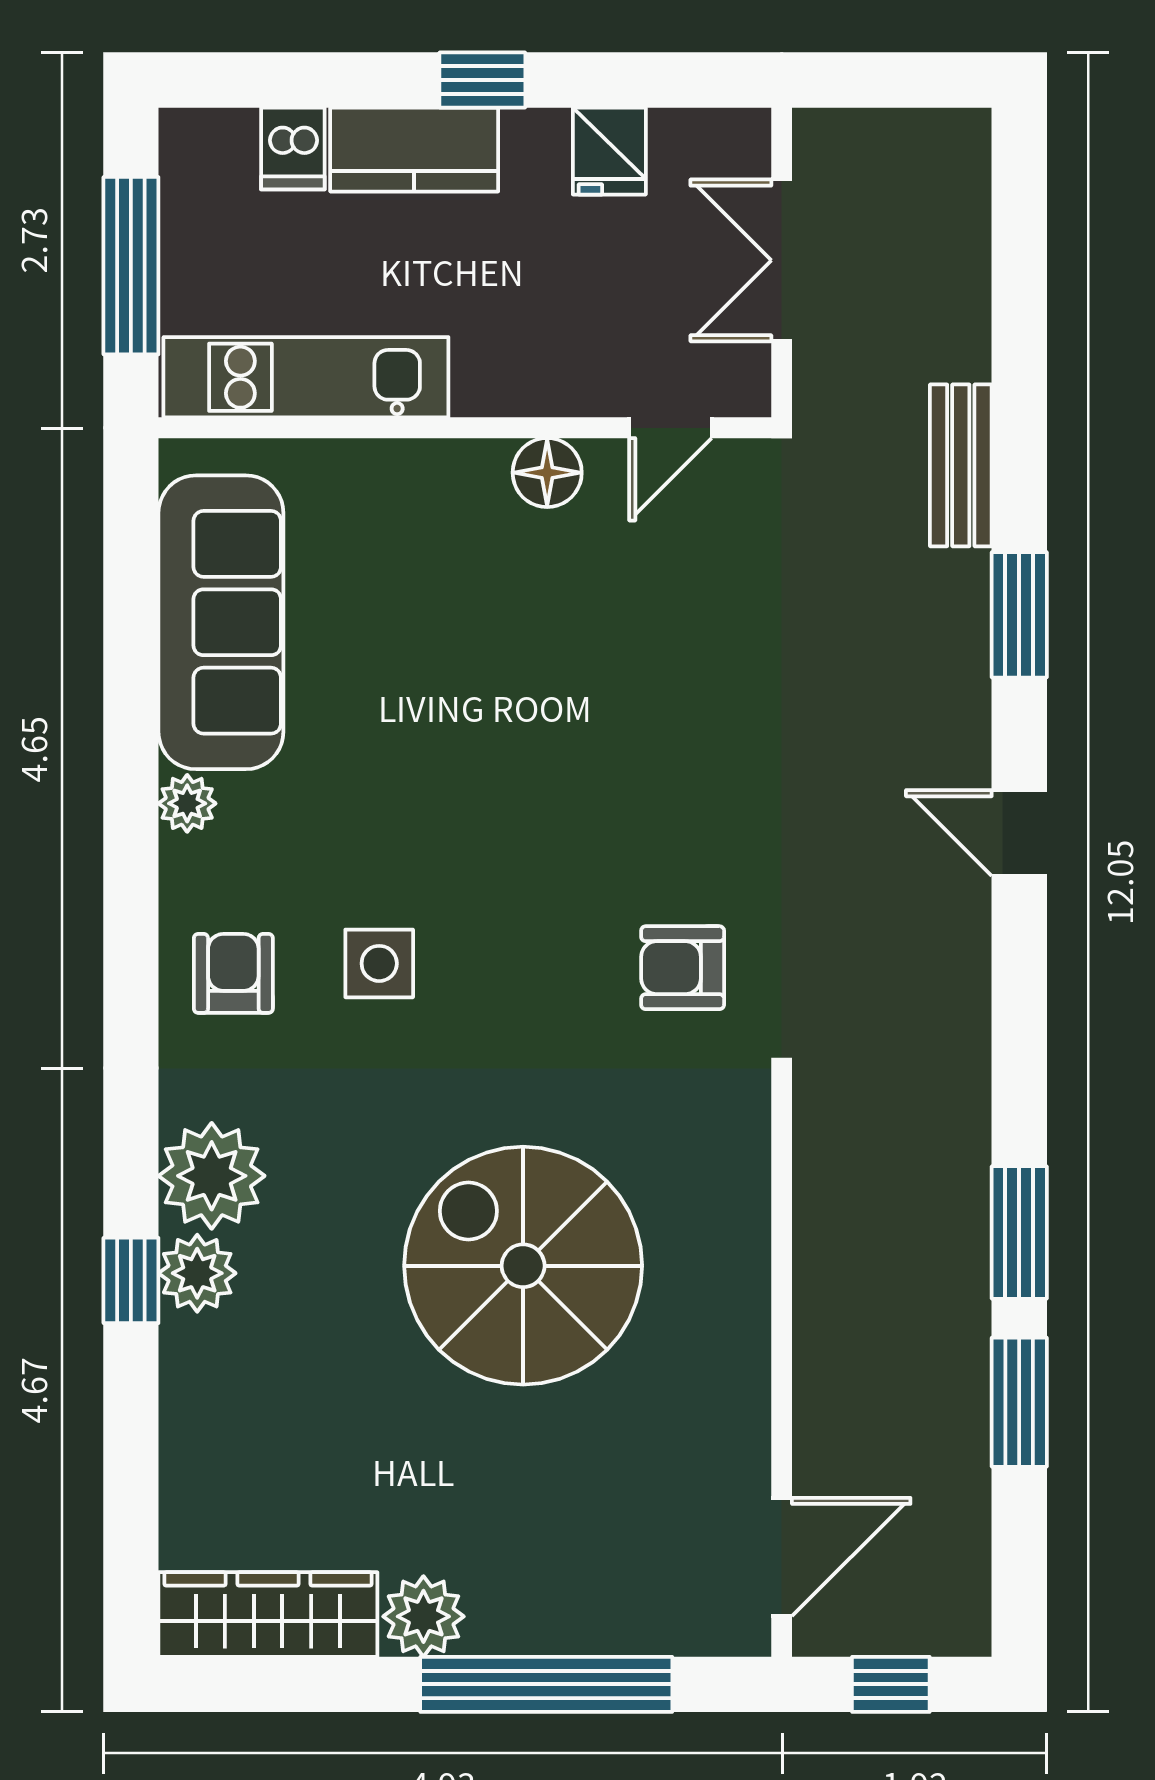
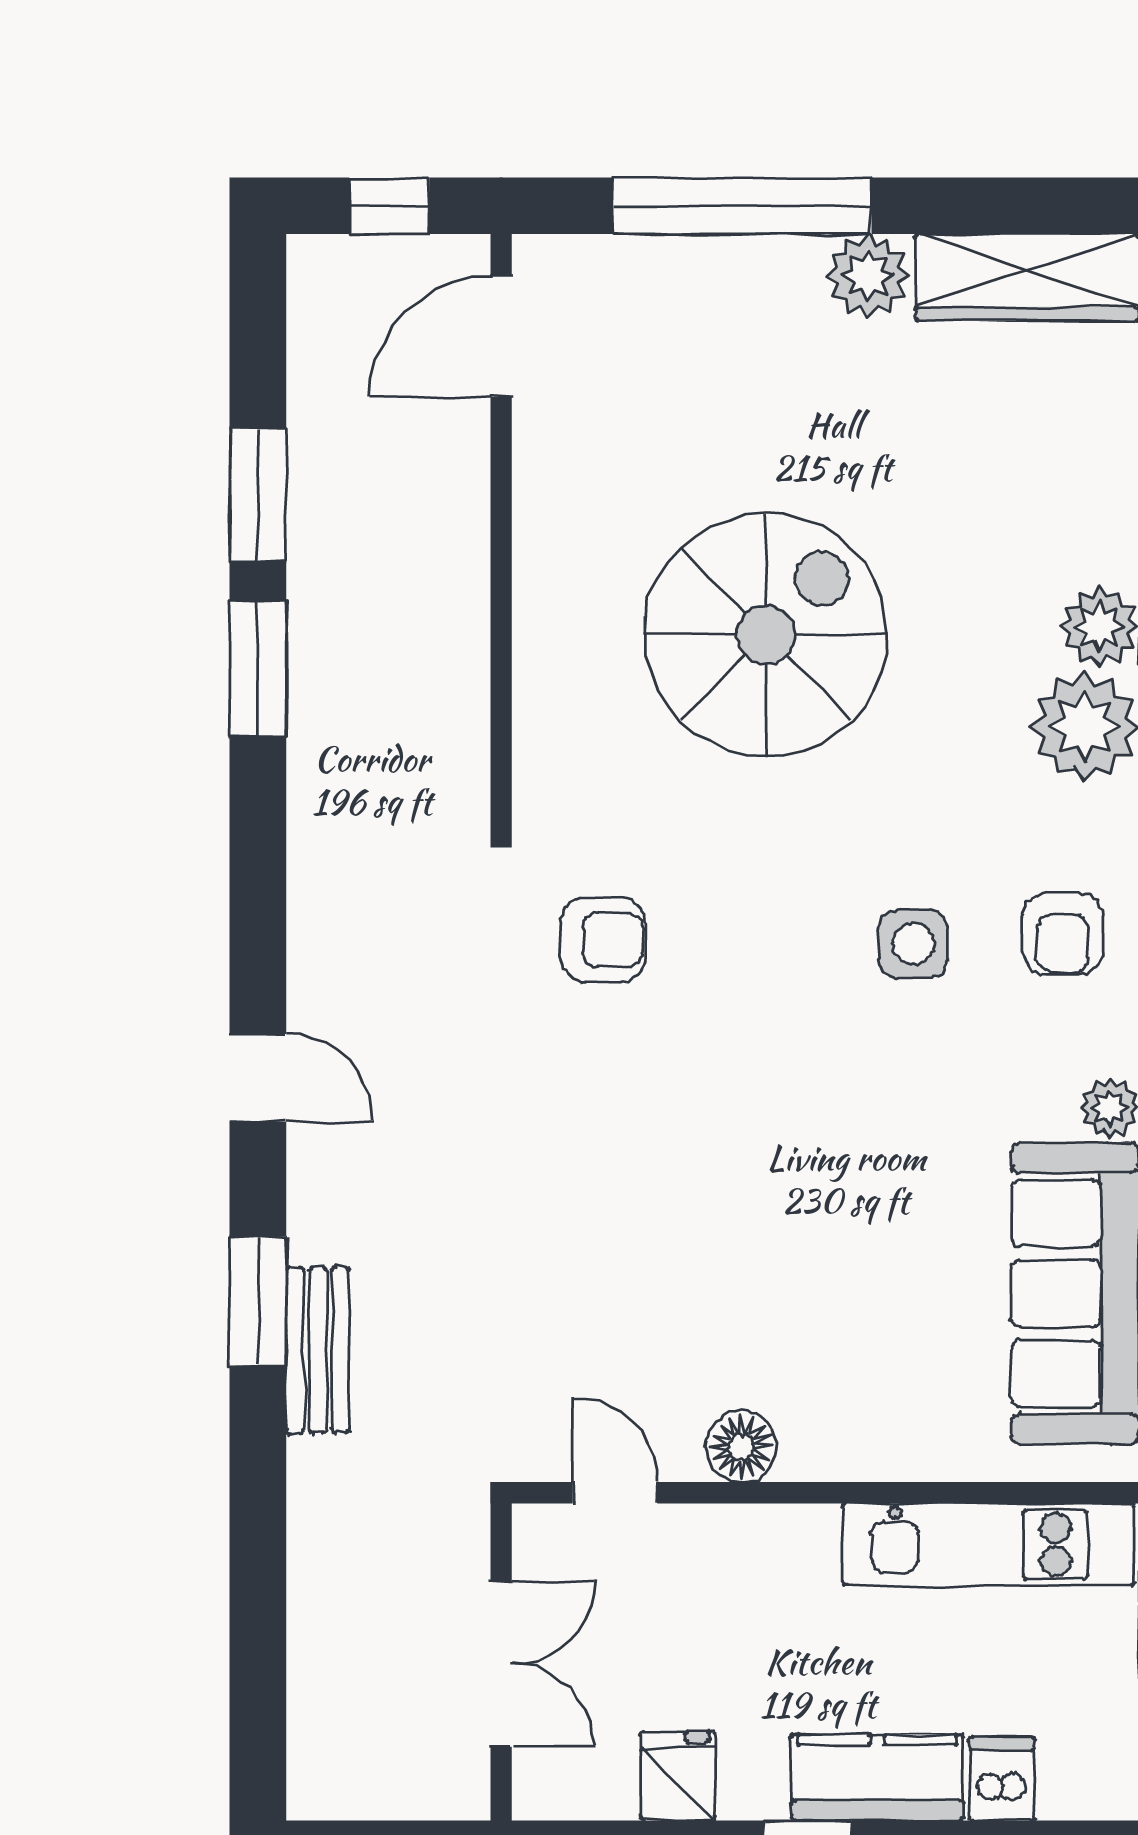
door: (670, 428) -> (615, 1493), hinge flipped
bench: (961, 465) -> (318, 1350), moved
spiral stairs: (523, 1266) -> (766, 635), turned -90

